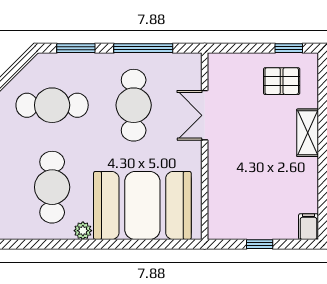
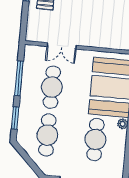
cafe table: (134, 105) -> (52, 87), turned 90
cafe table: (52, 187) -> (95, 139), turned 90

